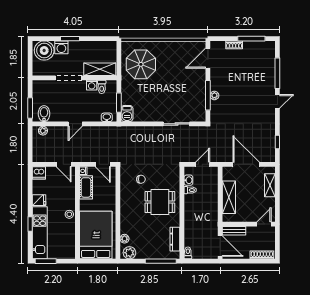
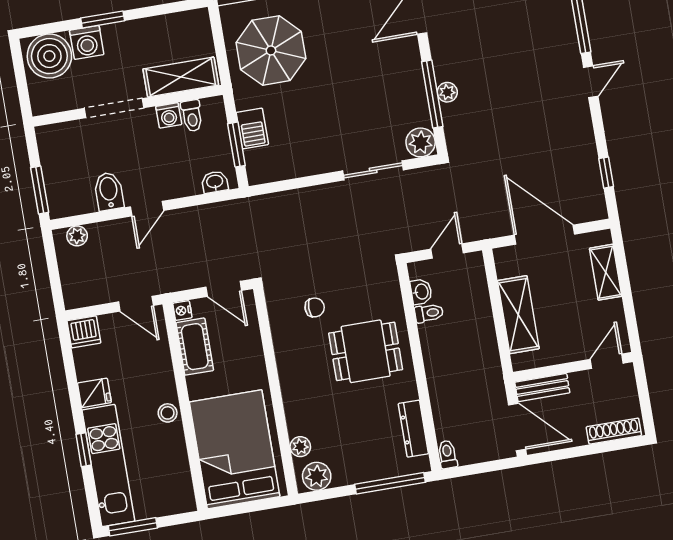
bidet: (44, 114) -> (109, 191), moved
barbecue: (127, 114) -> (252, 128), moved
plant: (199, 115) -> (421, 142), added

